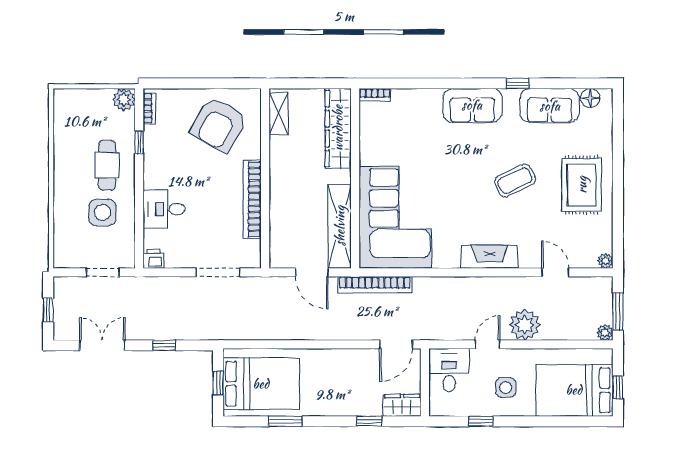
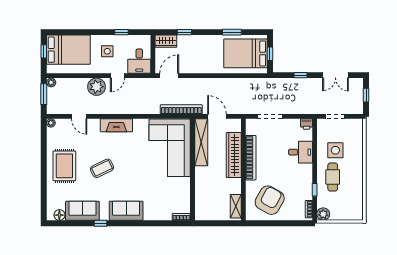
wardrobe: (338, 128) -> (234, 155), moved, turned 180

